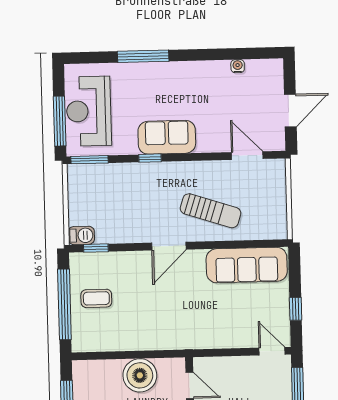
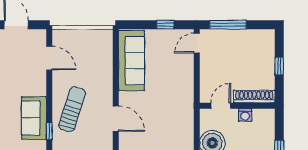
door: (247, 156) -> (49, 58), swing flipped
sun lounger: (211, 211) -> (72, 109), moved

